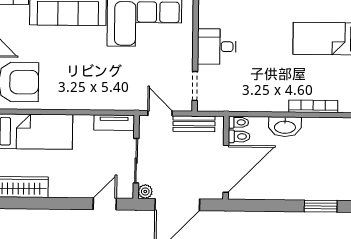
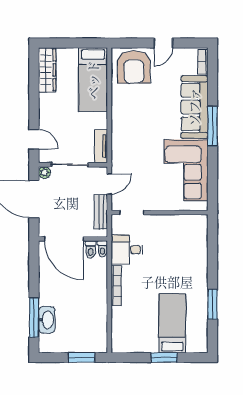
desk: (217, 47) -> (127, 250), moved, turned -90
bookcase: (313, 106) -> (116, 286), moved
washbasin: (285, 127) -> (47, 320), moved, turned 180
window: (321, 206) -> (34, 318), width x1.44

